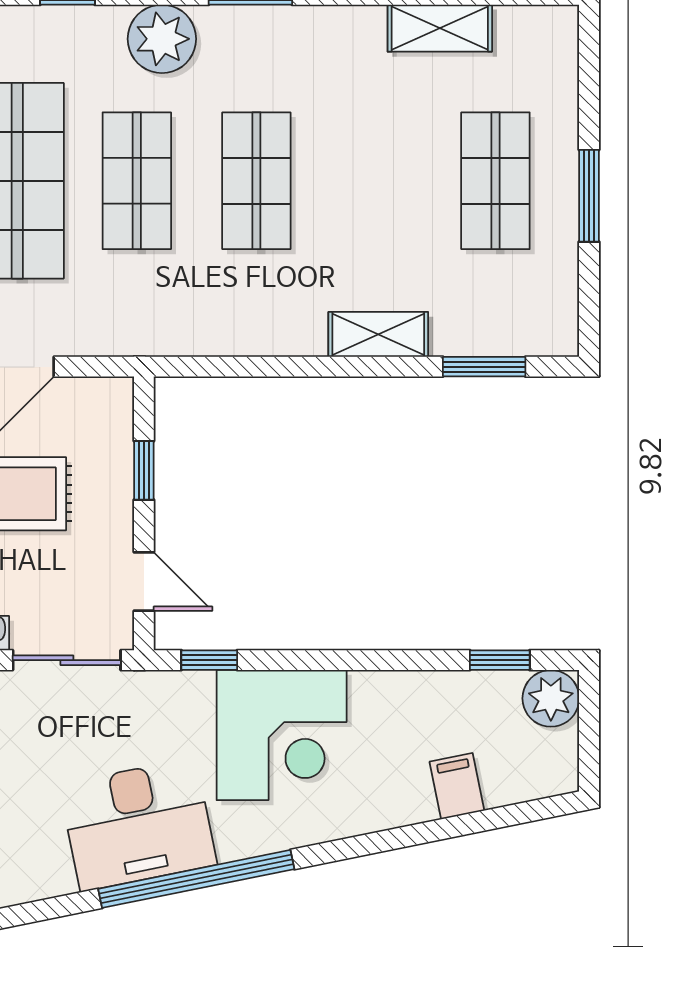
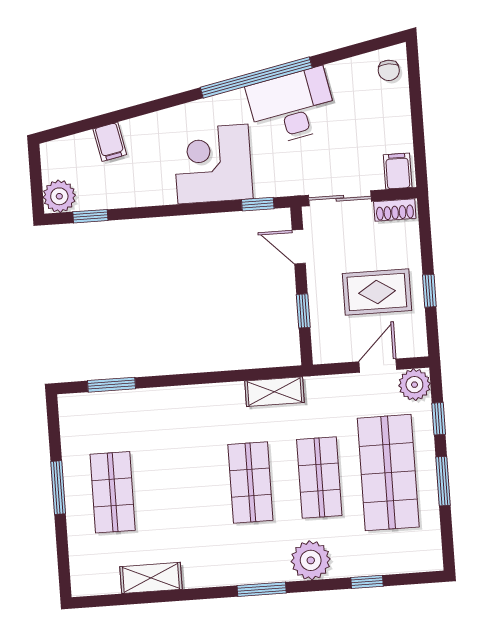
shelving: (378, 334) -> (275, 392), moved

